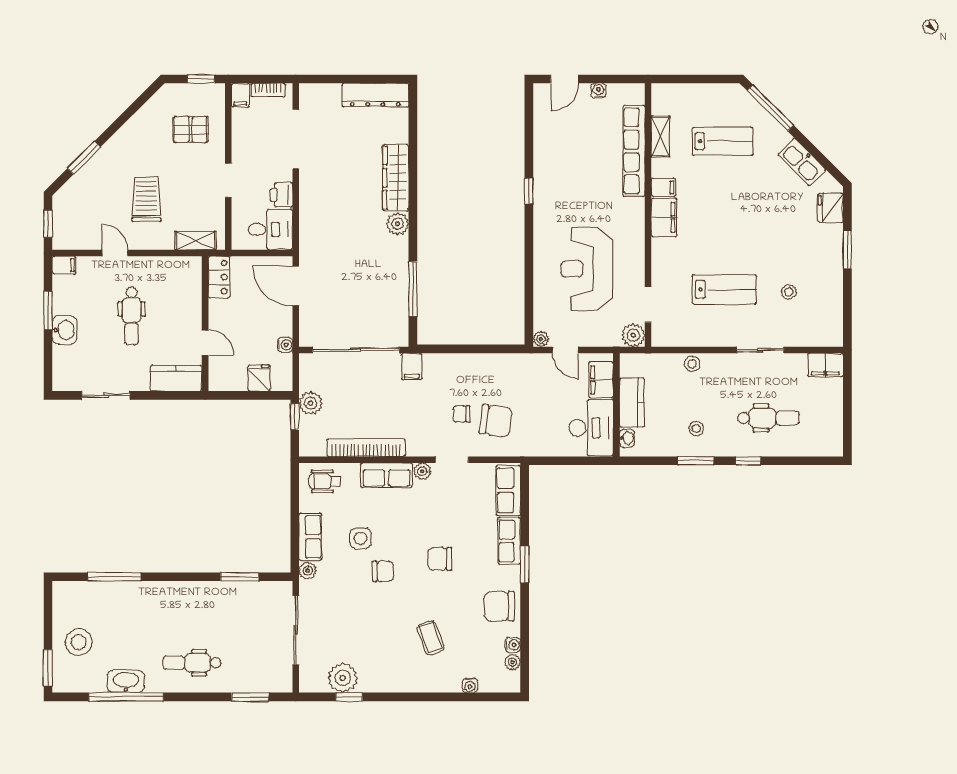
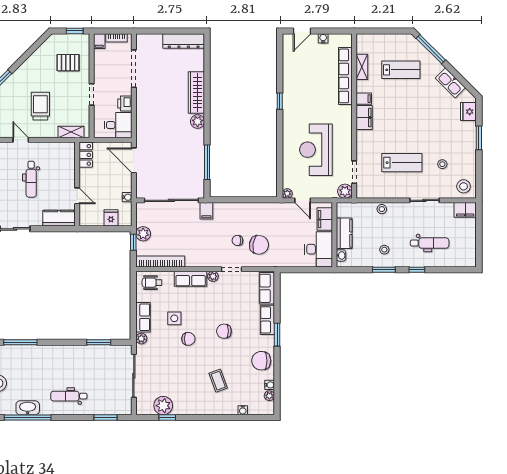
stool: (823, 327) -> (464, 186), added
bookcase: (366, 448) -> (160, 262), moved

